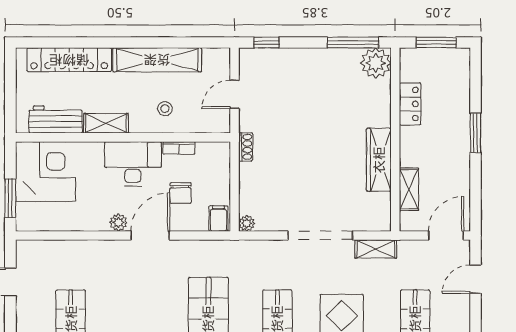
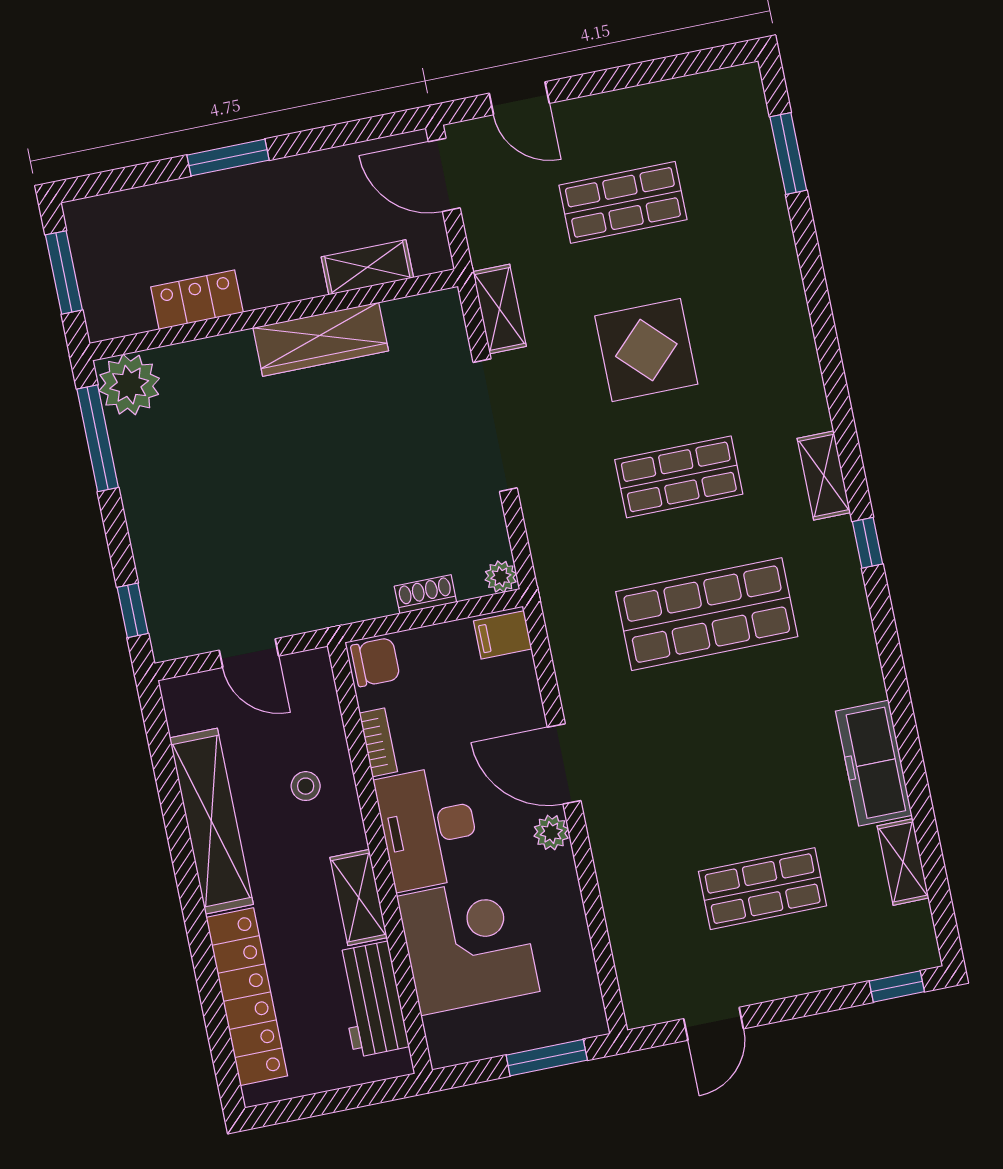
shoe rack: (246, 147) -> (425, 594), moved
corner desk: (46, 172) -> (468, 944), moved, turned 90
chair: (181, 193) -> (375, 662), moved

